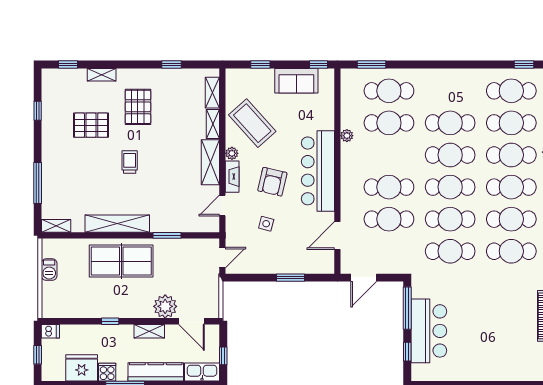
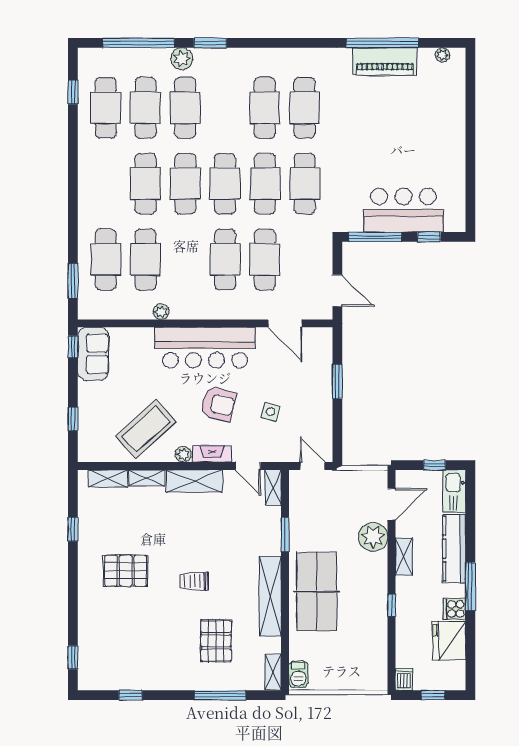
shelving: (102, 75) -> (273, 488), moved
sofa: (296, 81) -> (93, 354), moved
pallet: (91, 125) -> (216, 641), moved
cafe table: (511, 187) -> (225, 108), removed
barbecue: (49, 270) -> (298, 674), moved, turned 90

